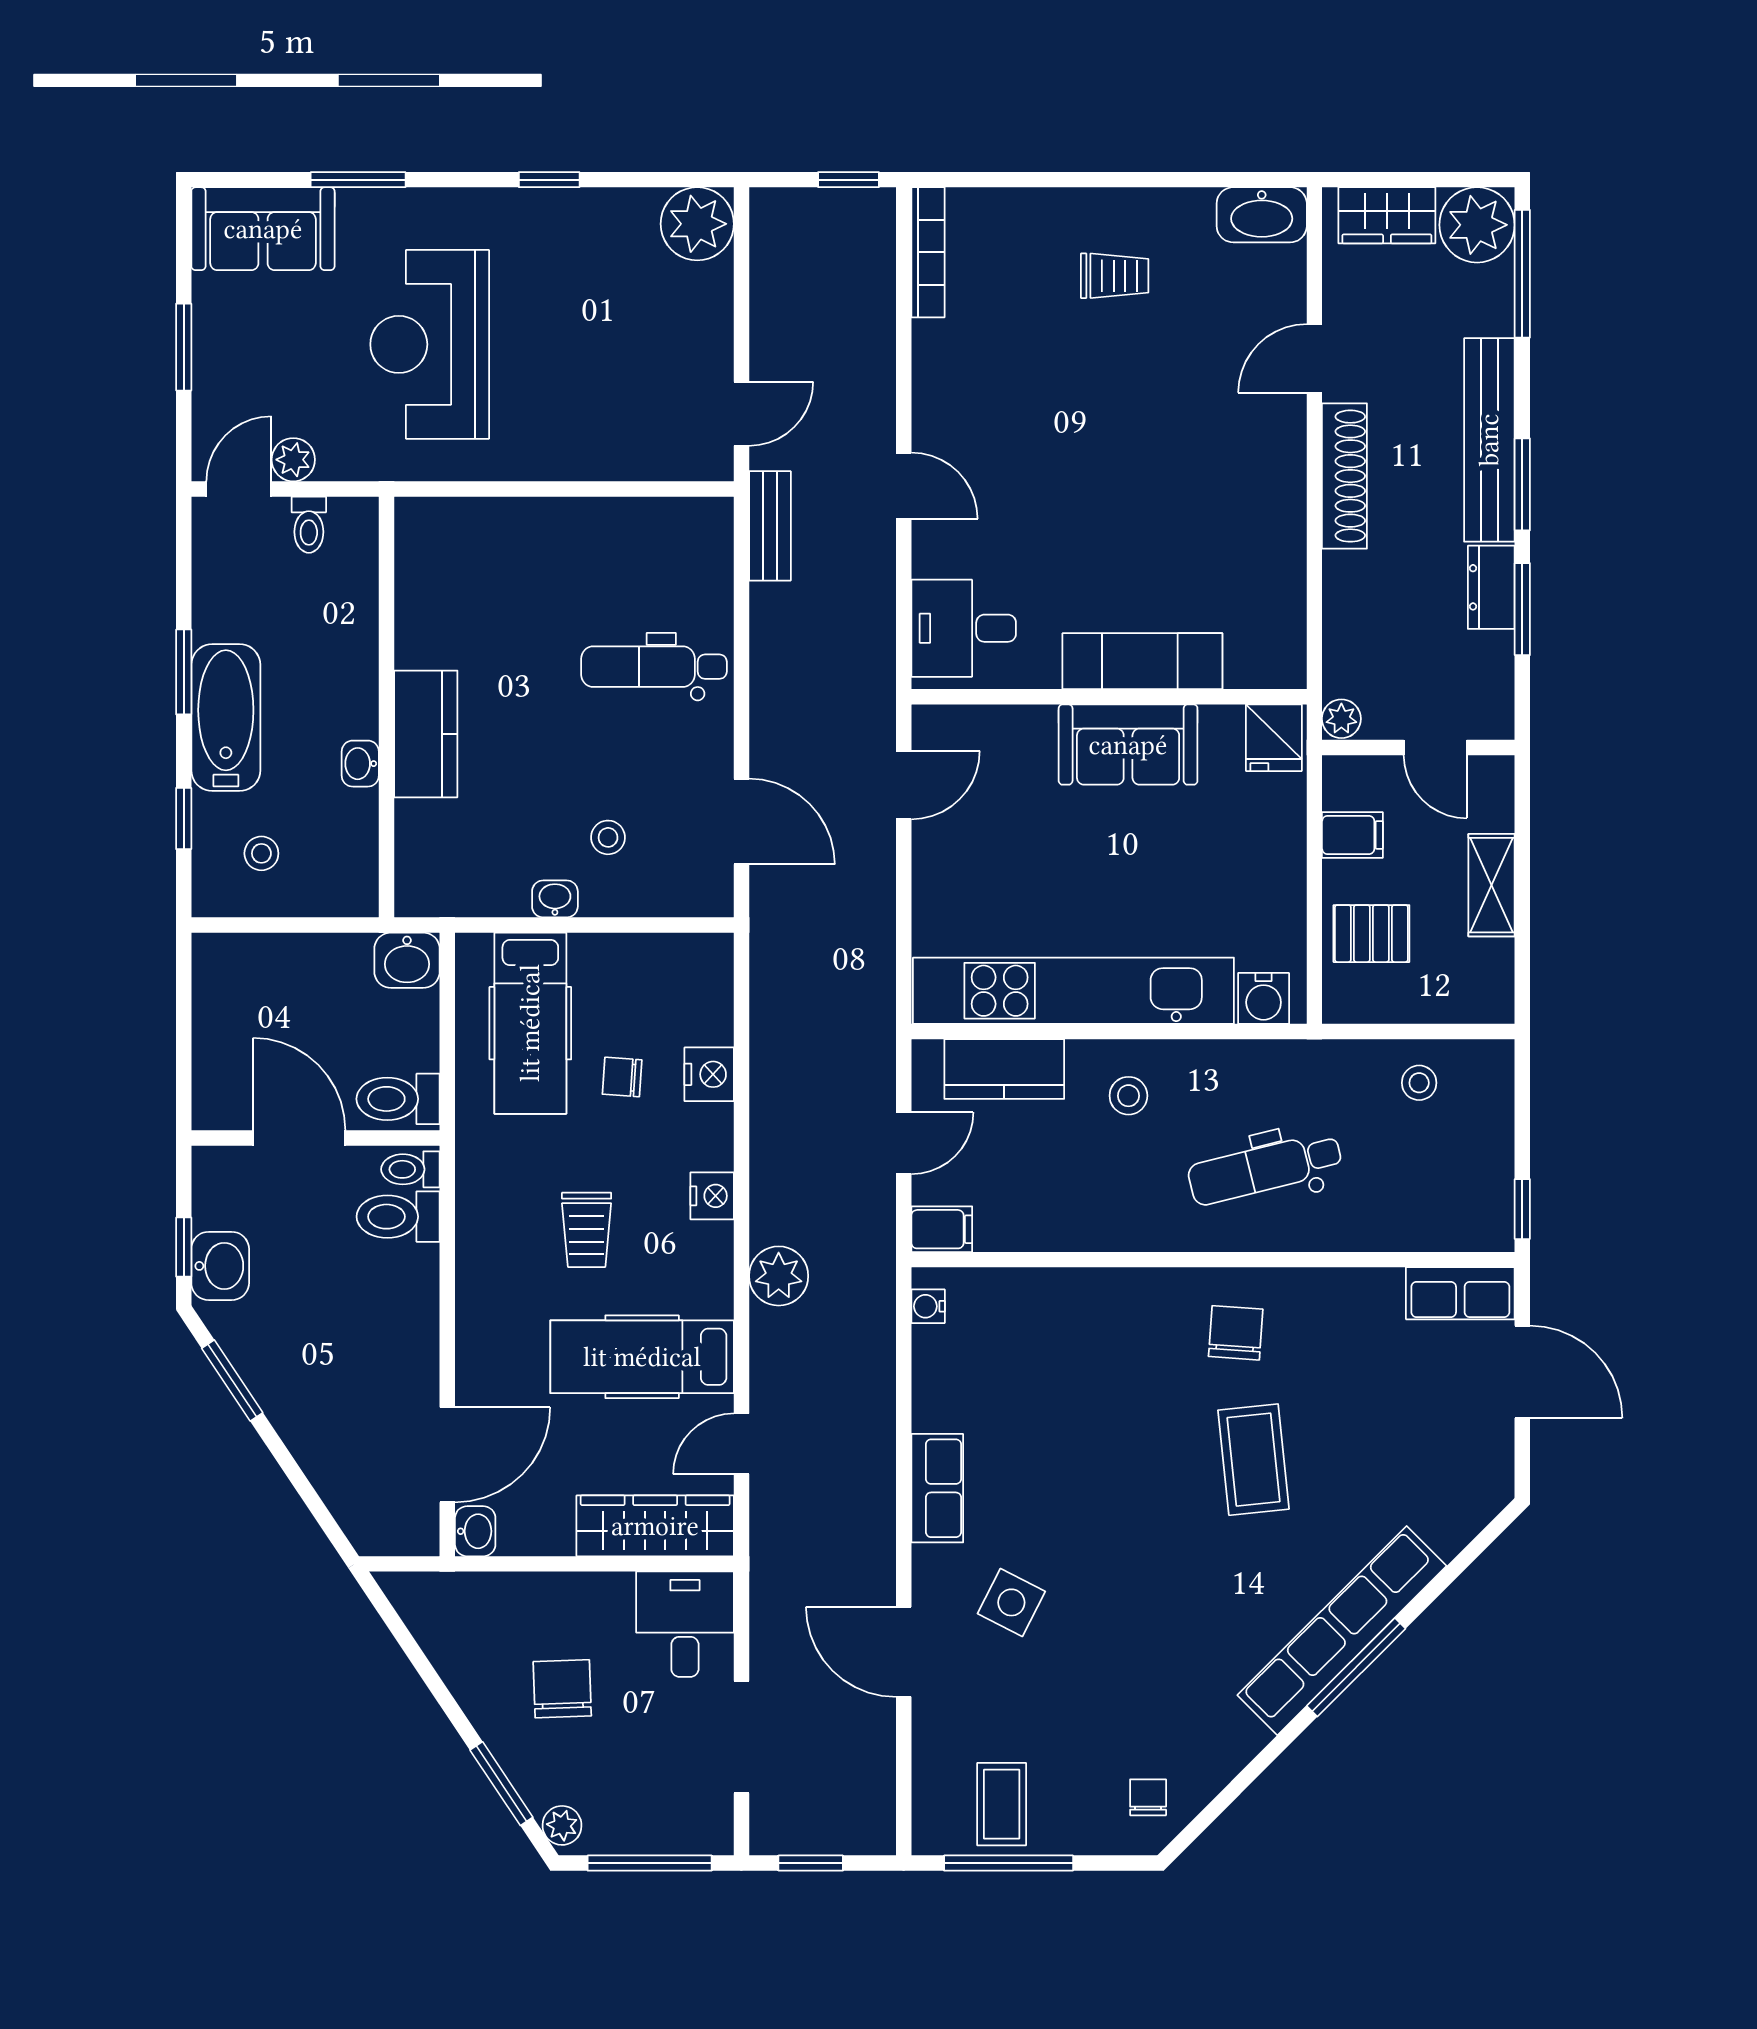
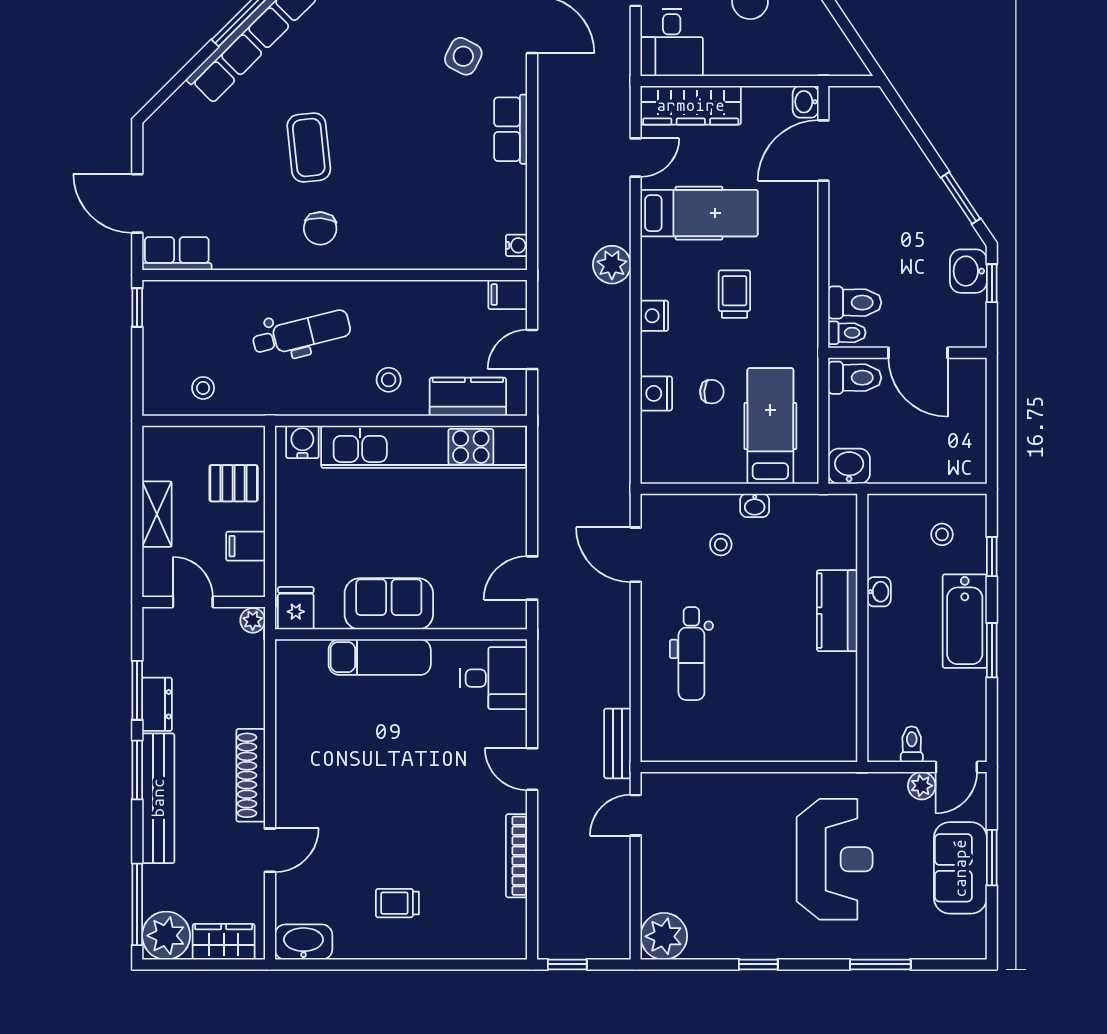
sofa: (263, 229) -> (960, 868), moved, turned -90
bookcase: (928, 252) -> (517, 856), moved
dental chair: (654, 667) -> (691, 654), turned 90

